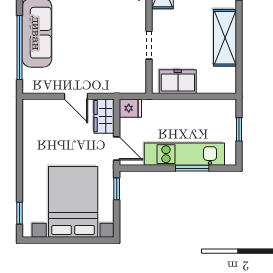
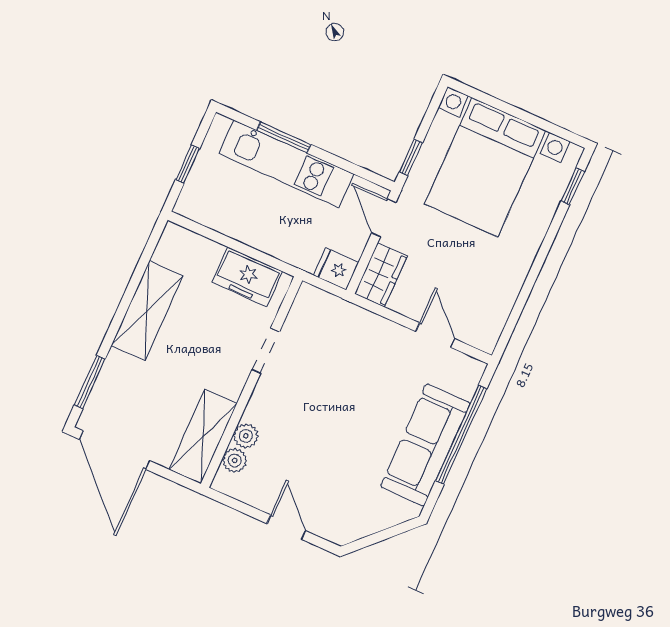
door: (76, 96) -> (435, 335), moved

